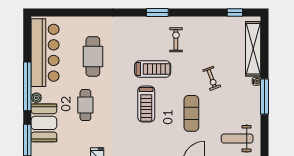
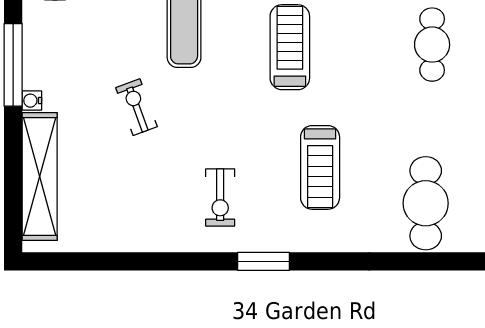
window: (235, 12) -> (82, 261), removed
cafe table: (93, 56) -> (426, 203), moved
treadmill: (153, 69) -> (320, 167), moved, turned -90

